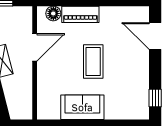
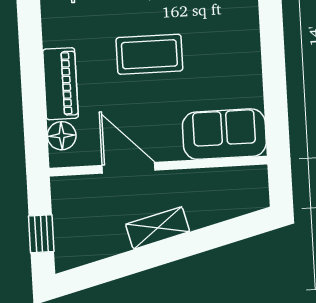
sofa: (82, 107) -> (224, 134), moved, turned 90

